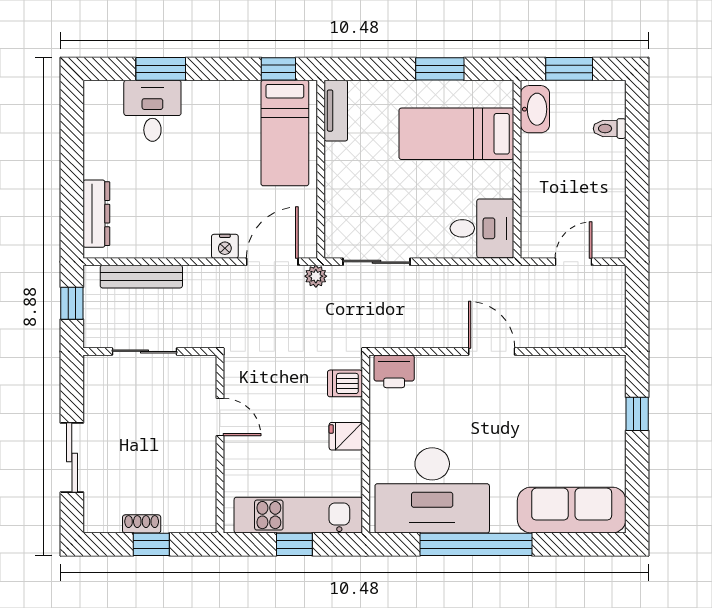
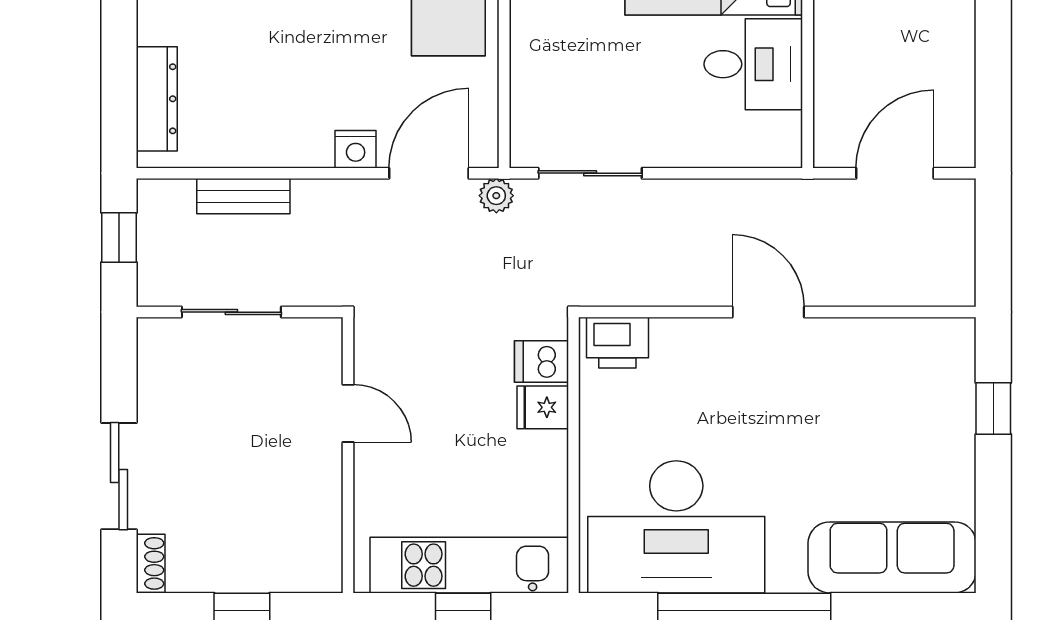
desk: (482, 228) -> (753, 64), moved
door: (573, 262) -> (895, 173), width x1.38
bench: (141, 277) -> (243, 196), width x0.73
fridge: (346, 436) -> (543, 407), moved
shoe rack: (142, 524) -> (151, 563), moved, turned 90

